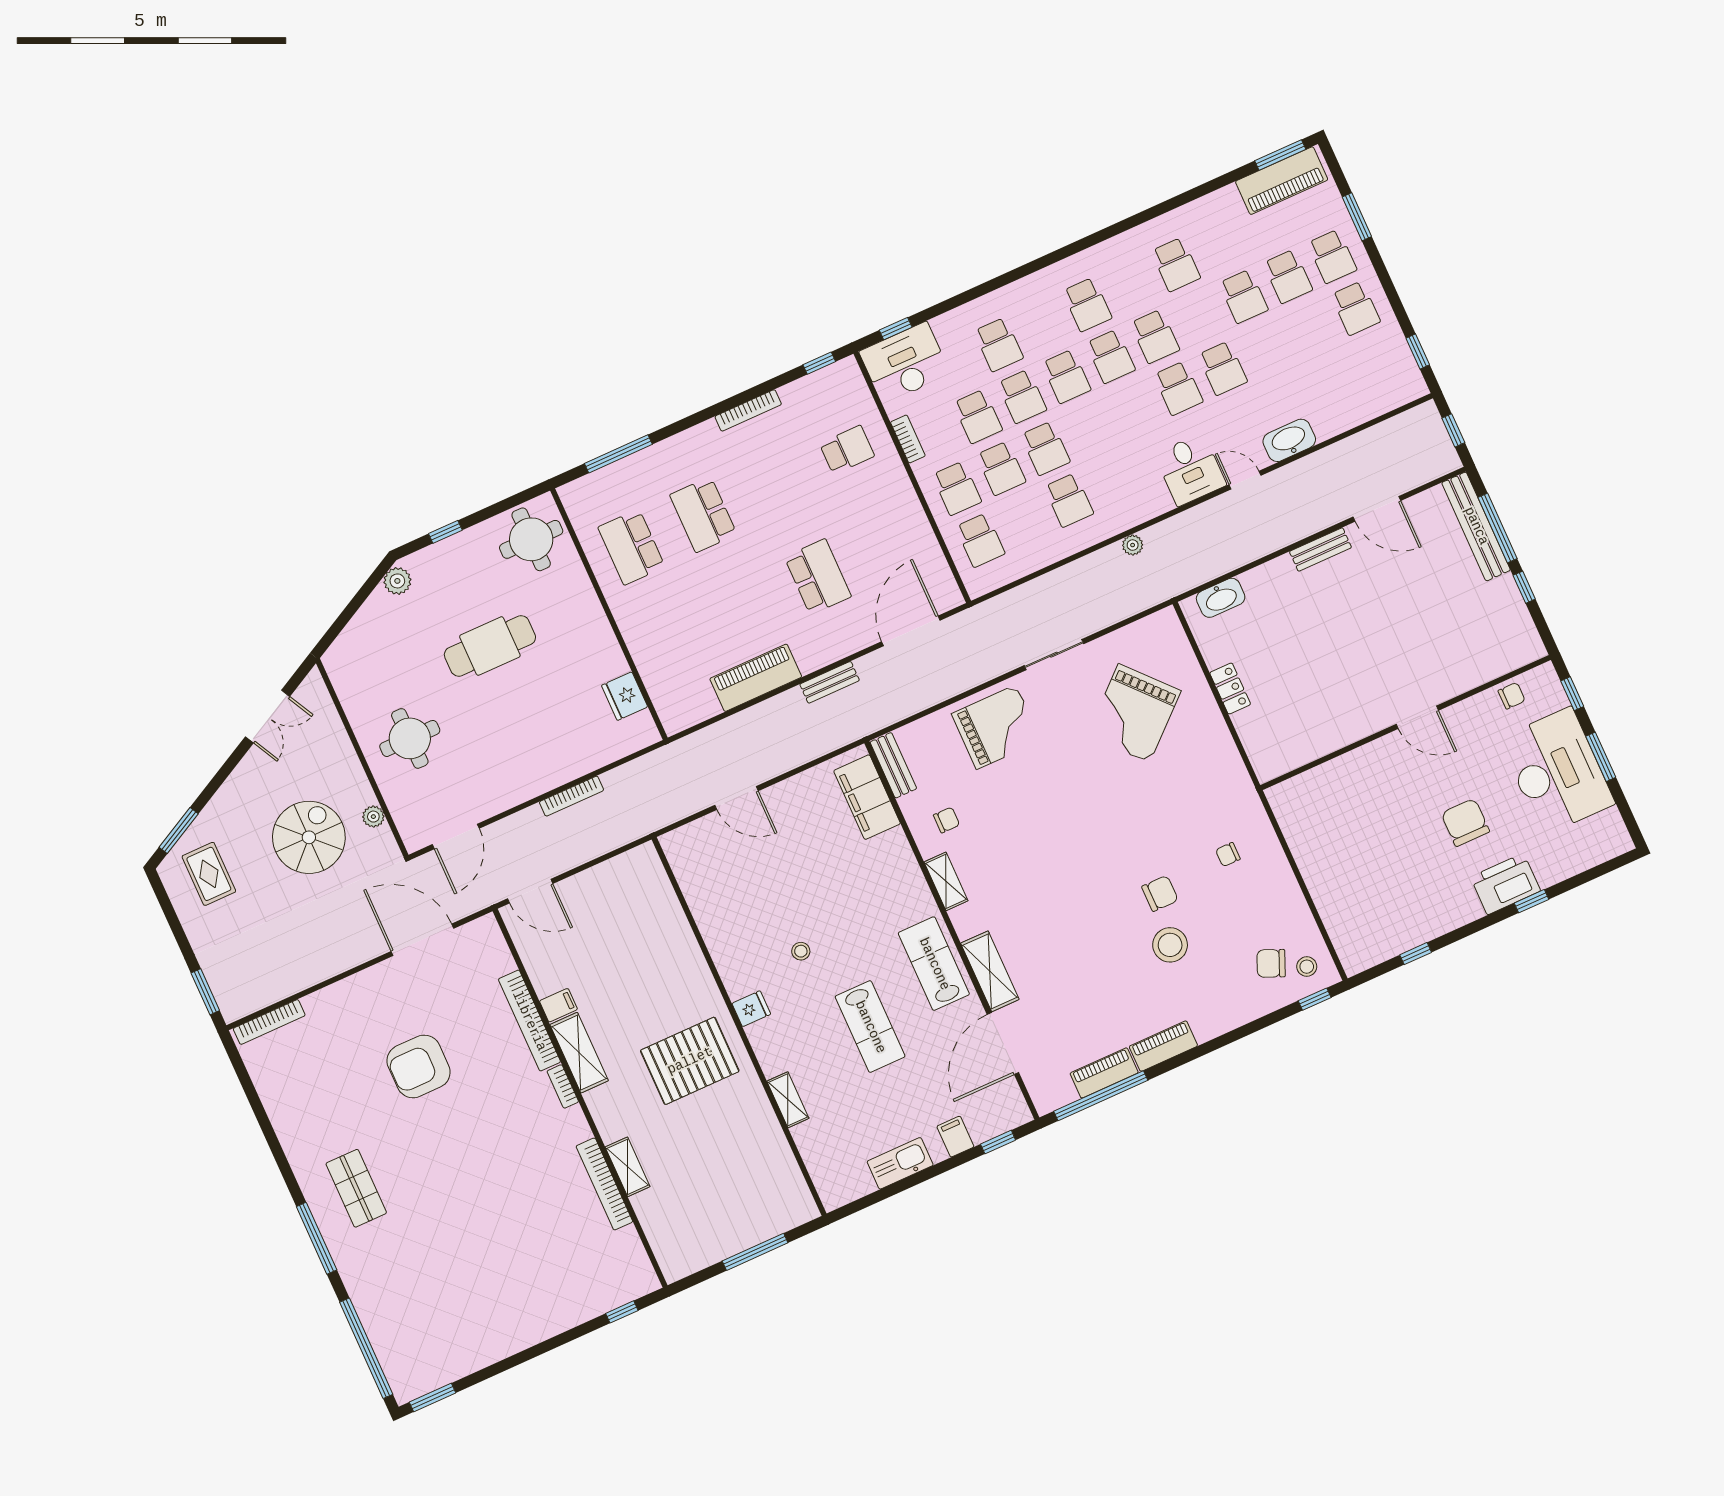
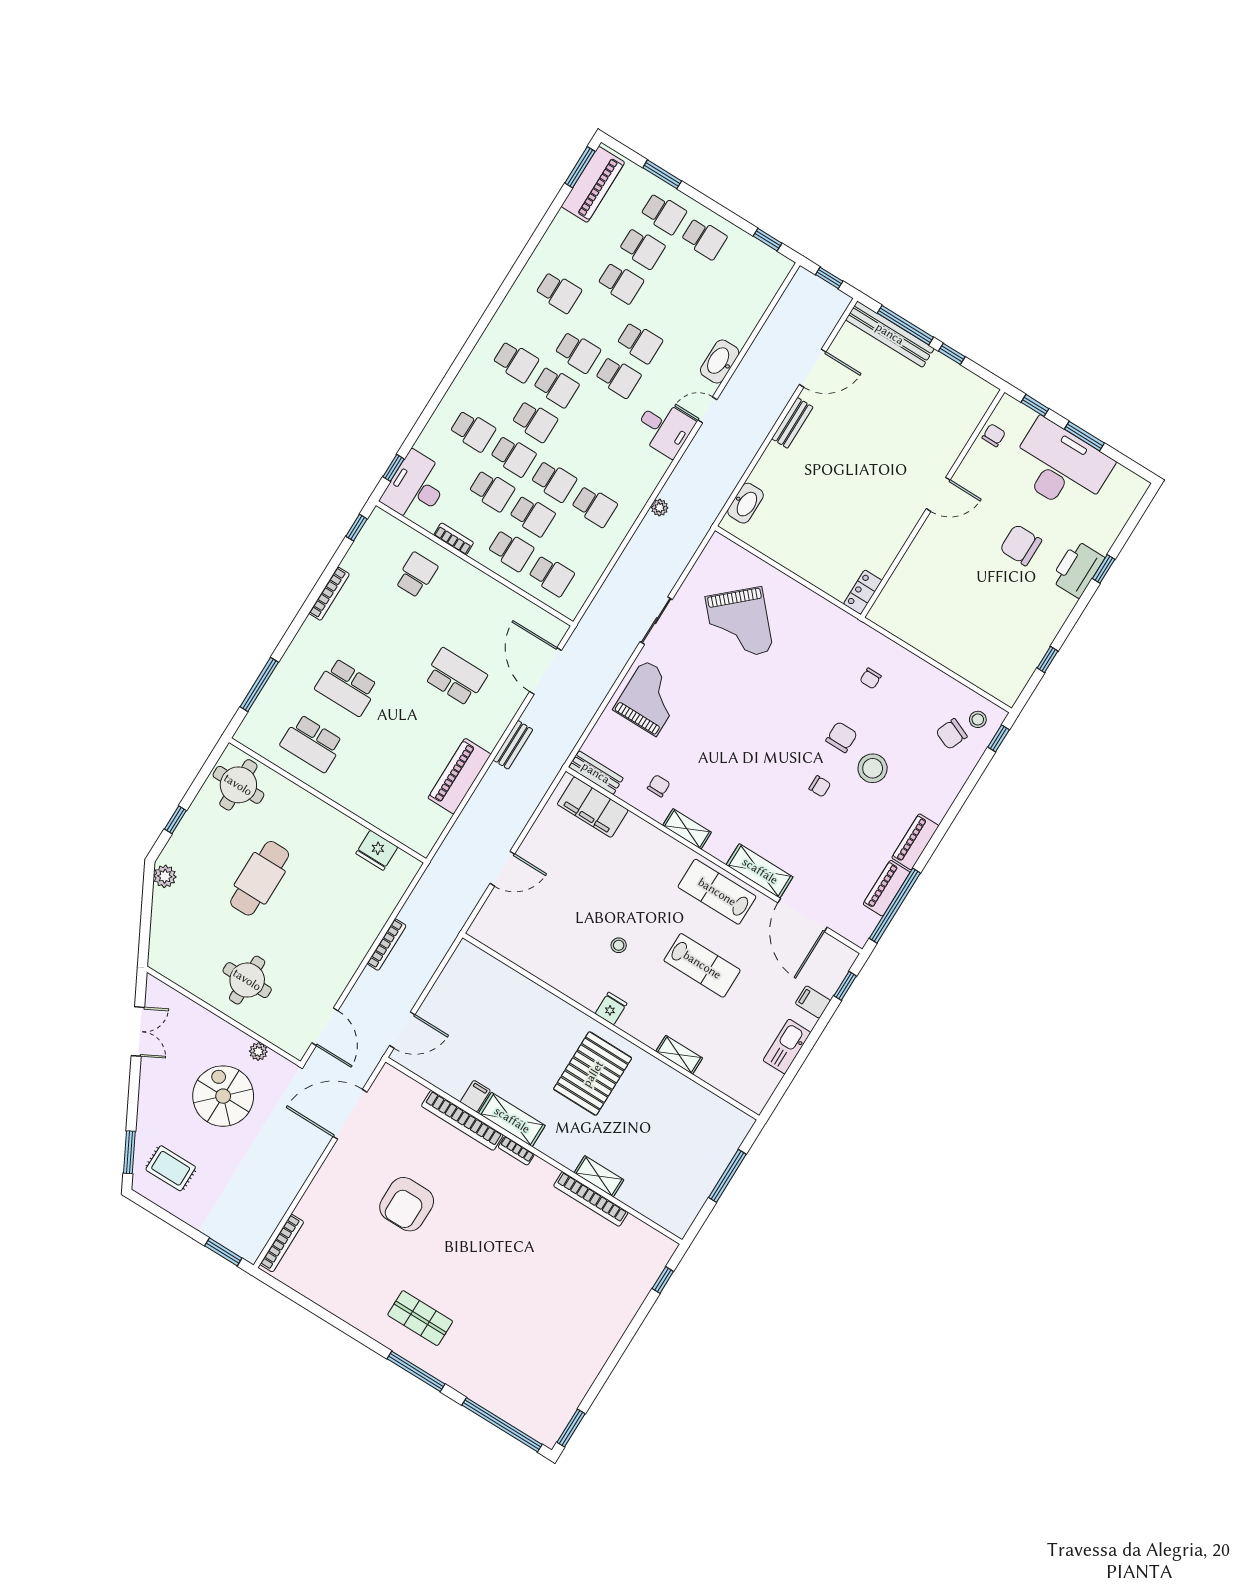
locker: (1230, 689) -> (863, 592), moved, turned -90
chair: (1106, 928) -> (820, 786), added

